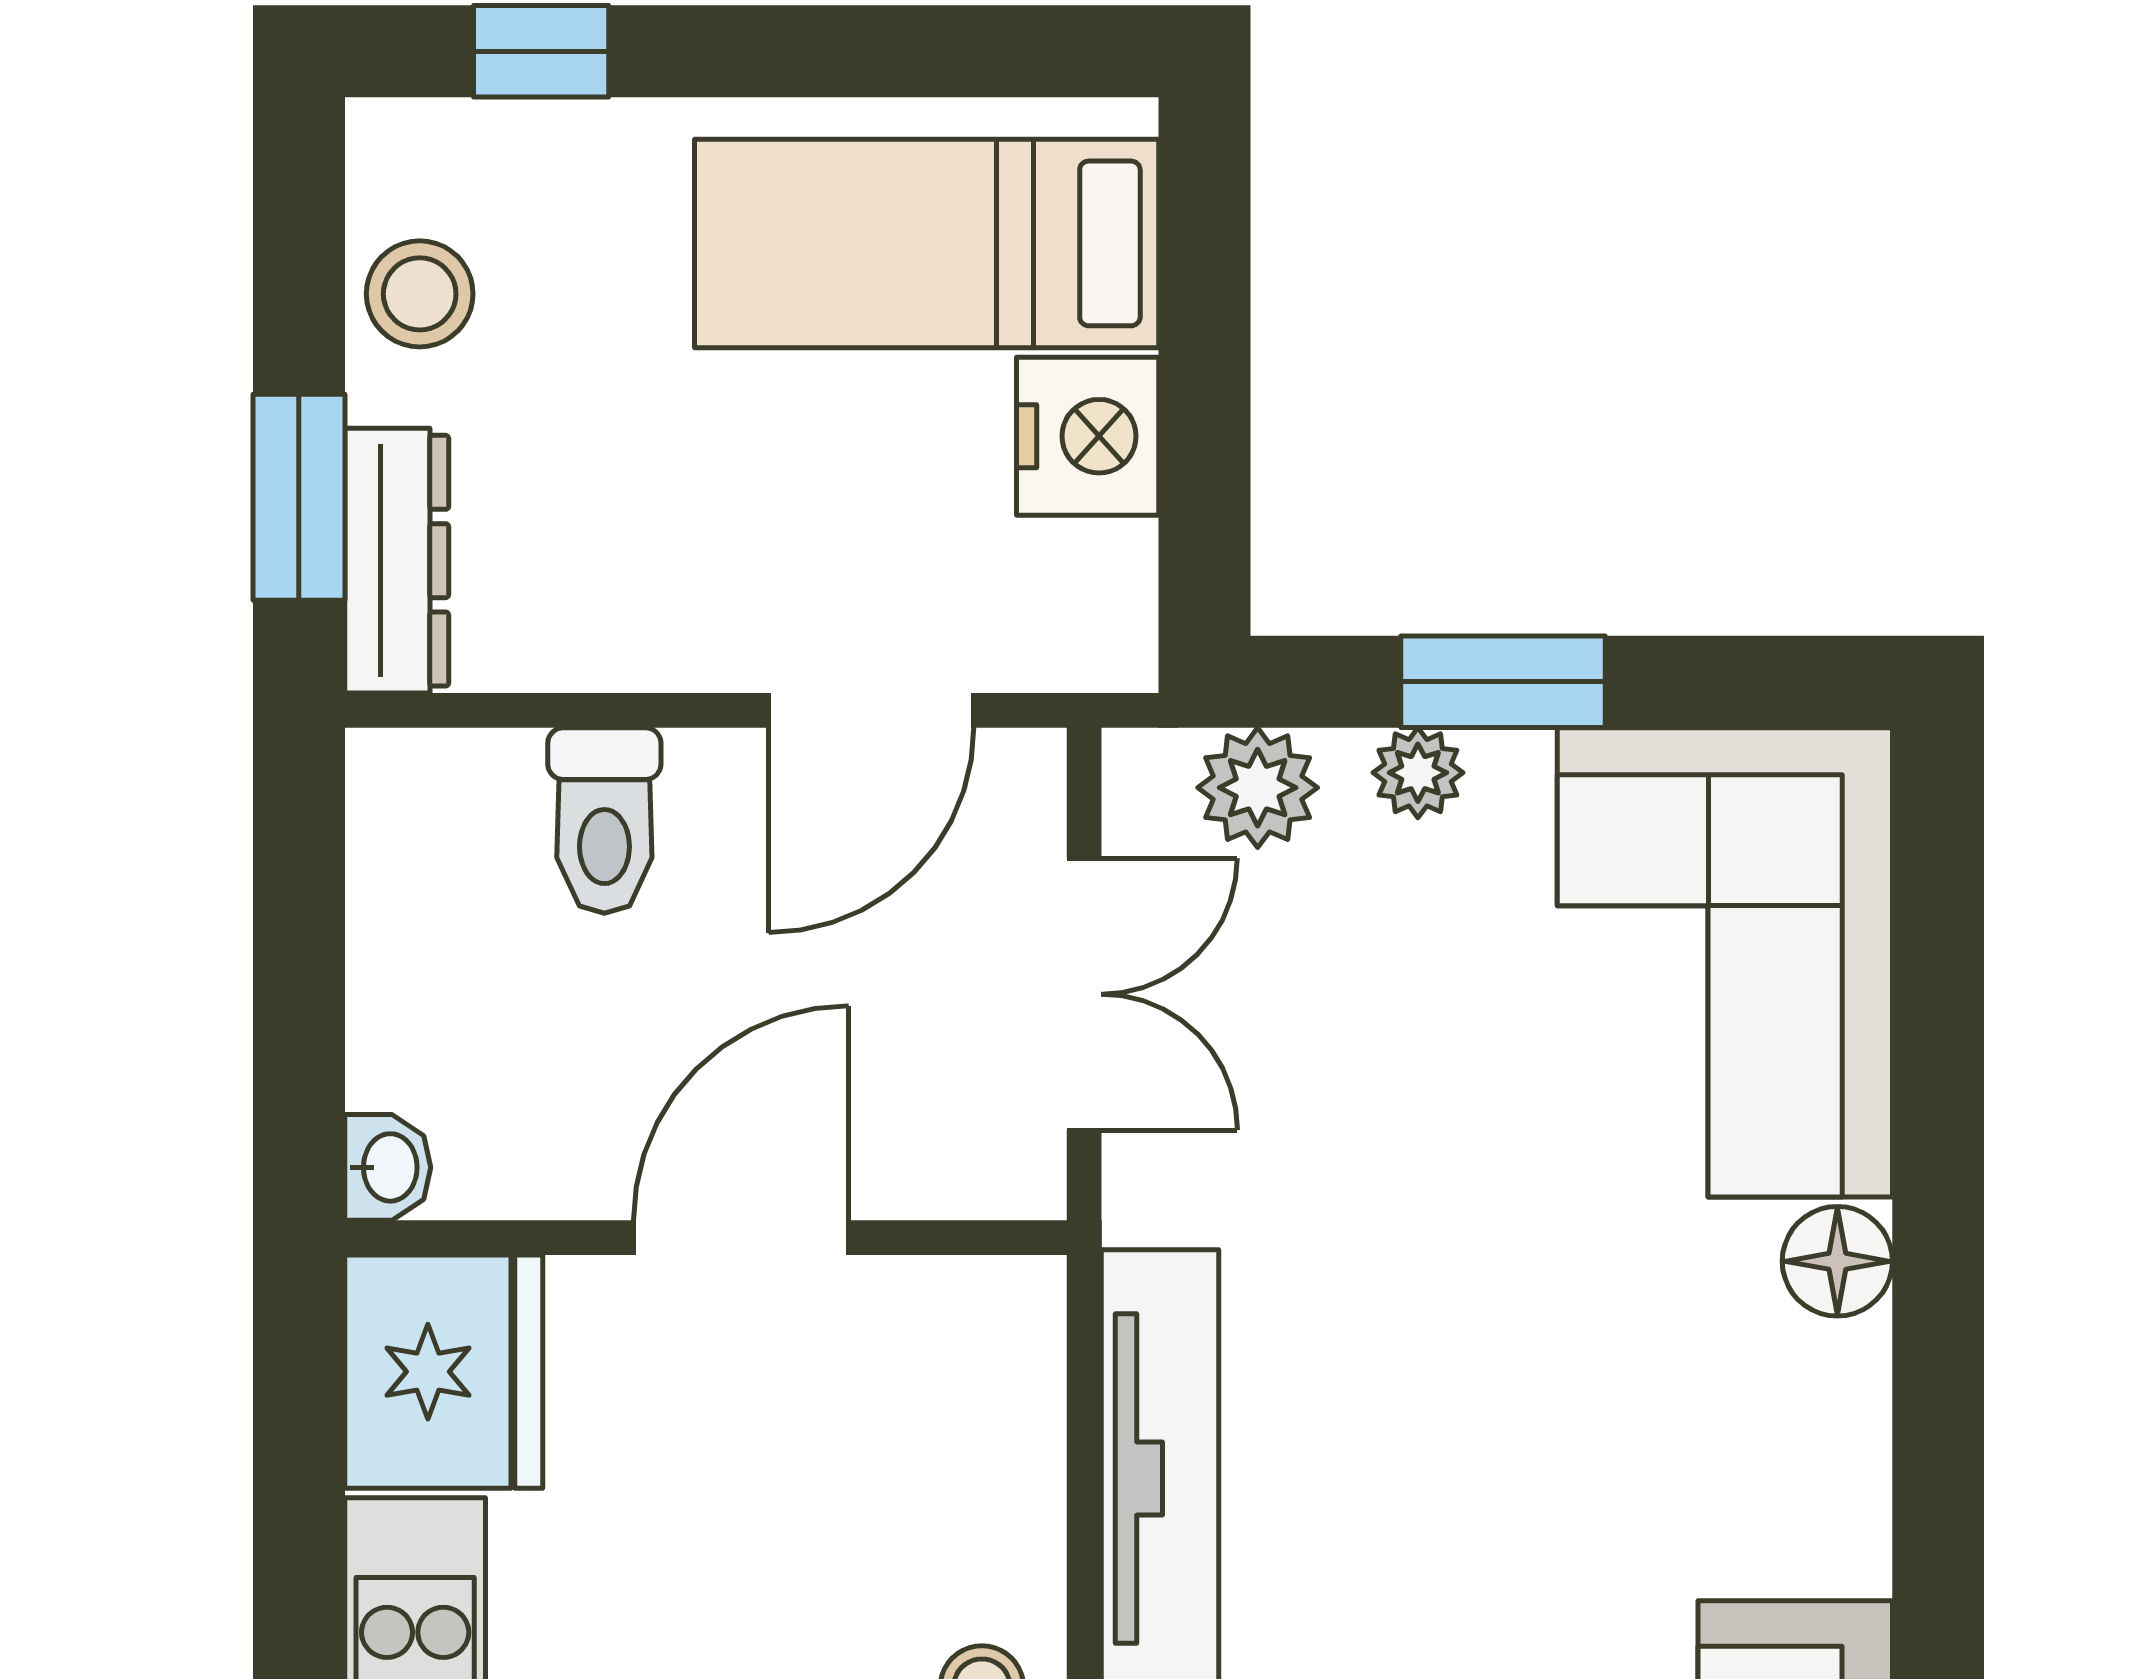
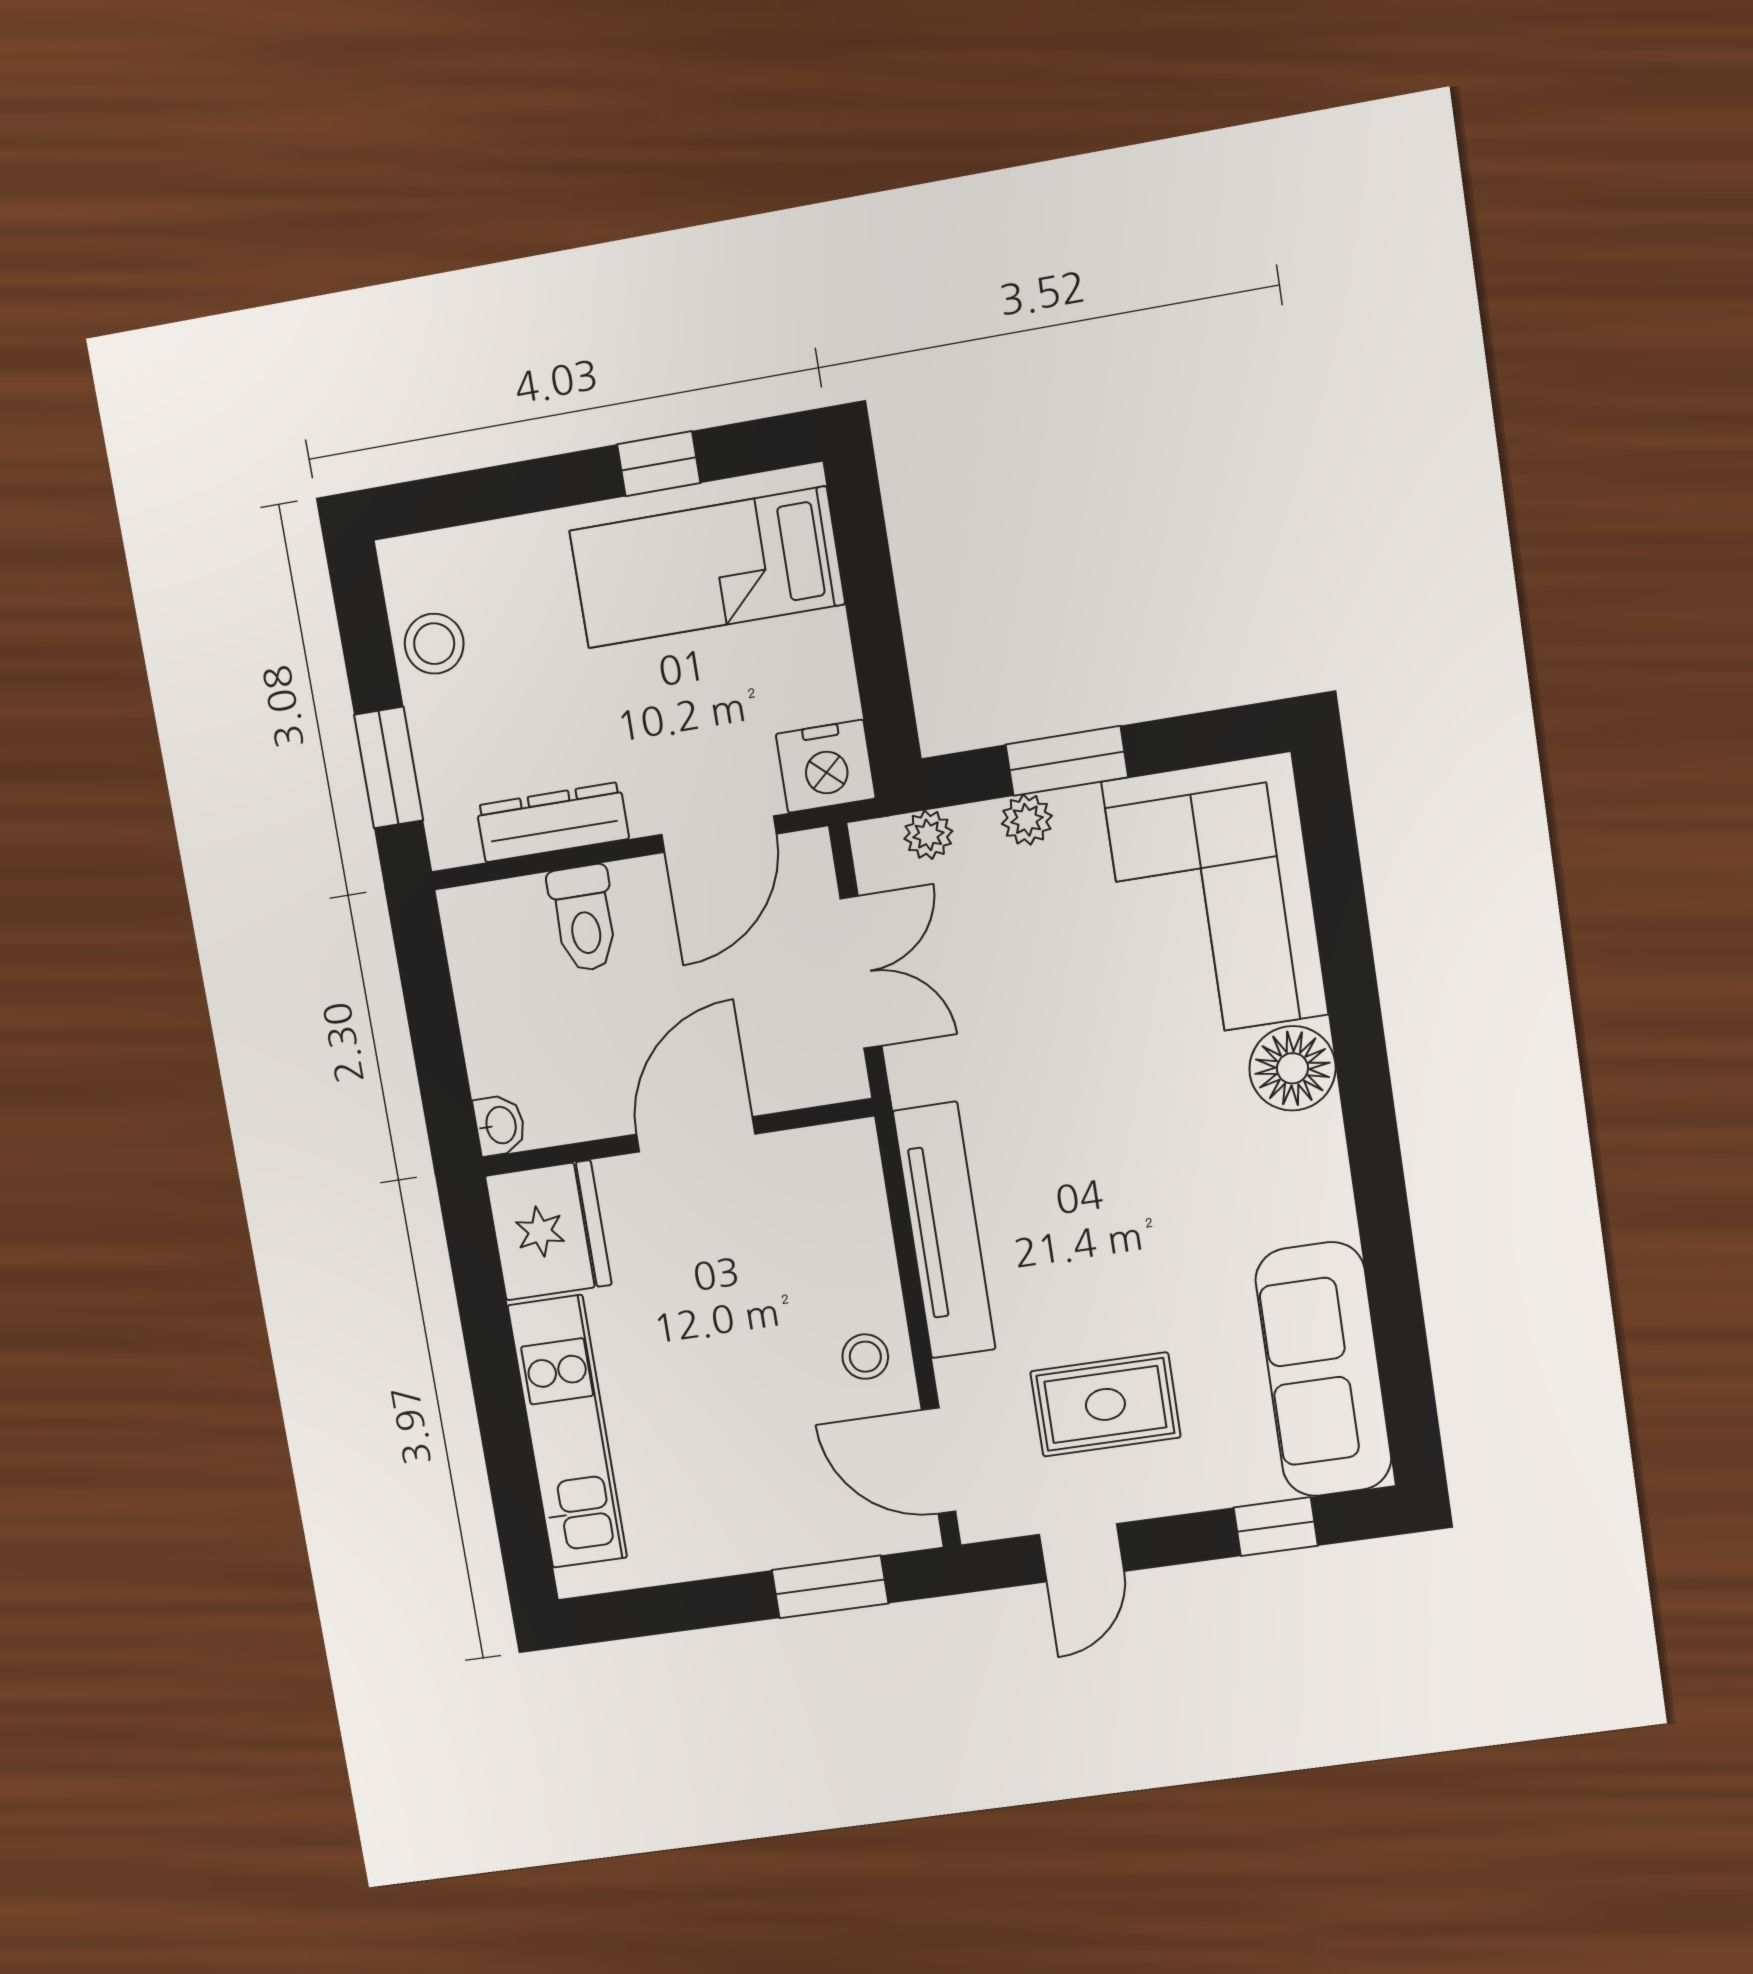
window: (541, 51) -> (659, 464), moved
nightstand: (1088, 436) -> (826, 766), moved, turned 90
dresser: (397, 561) -> (552, 822), moved, turned -90
plant: (1258, 788) -> (928, 835), width x0.73, depth x0.73
floor lamp: (1837, 1261) -> (1292, 1068), width x1.38, depth x1.38

